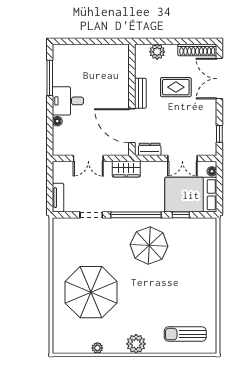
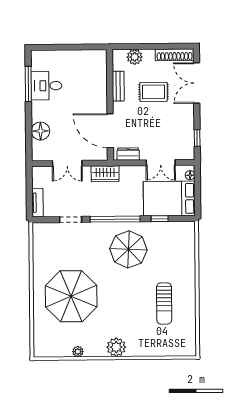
bench: (140, 93) -> (118, 86), moved
desk: (68, 101) -> (46, 86), moved
floor lamp: (57, 121) -> (40, 131), width x1.89, depth x1.89
sun lounger: (185, 334) -> (164, 303), moved, turned -90

